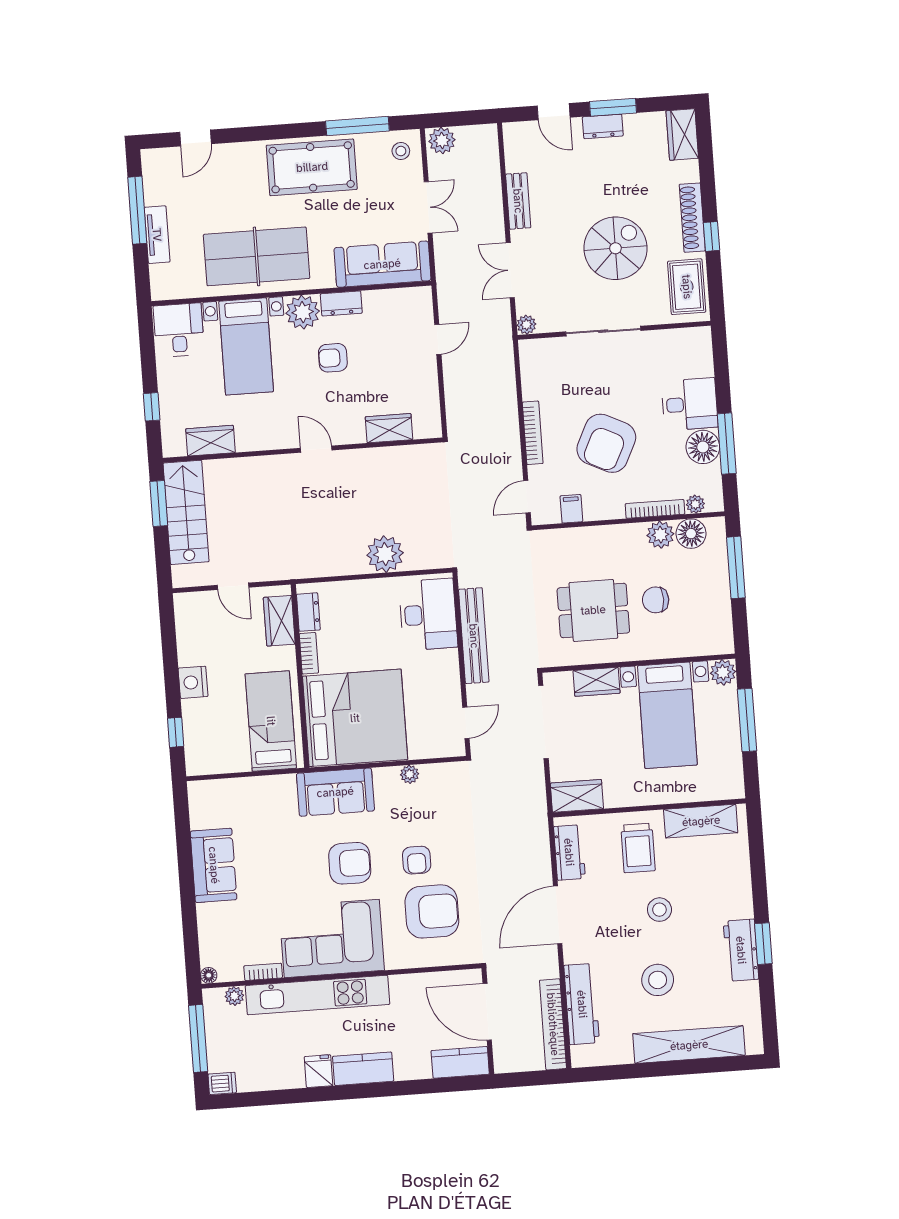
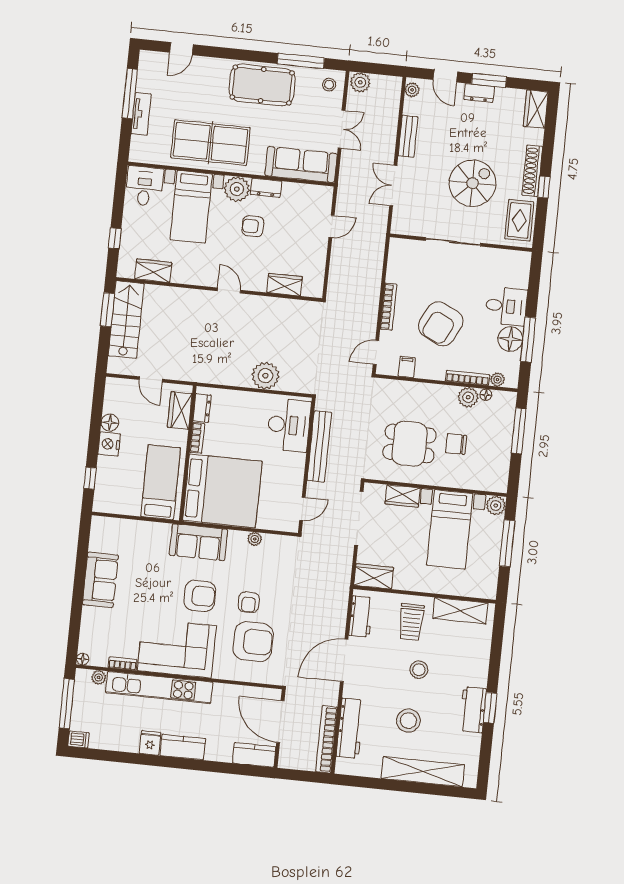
plant: (526, 325) -> (412, 90), moved
floor lamp: (691, 534) -> (486, 395), width x0.53, depth x0.53
floor lamp: (189, 654) -> (110, 423), added

